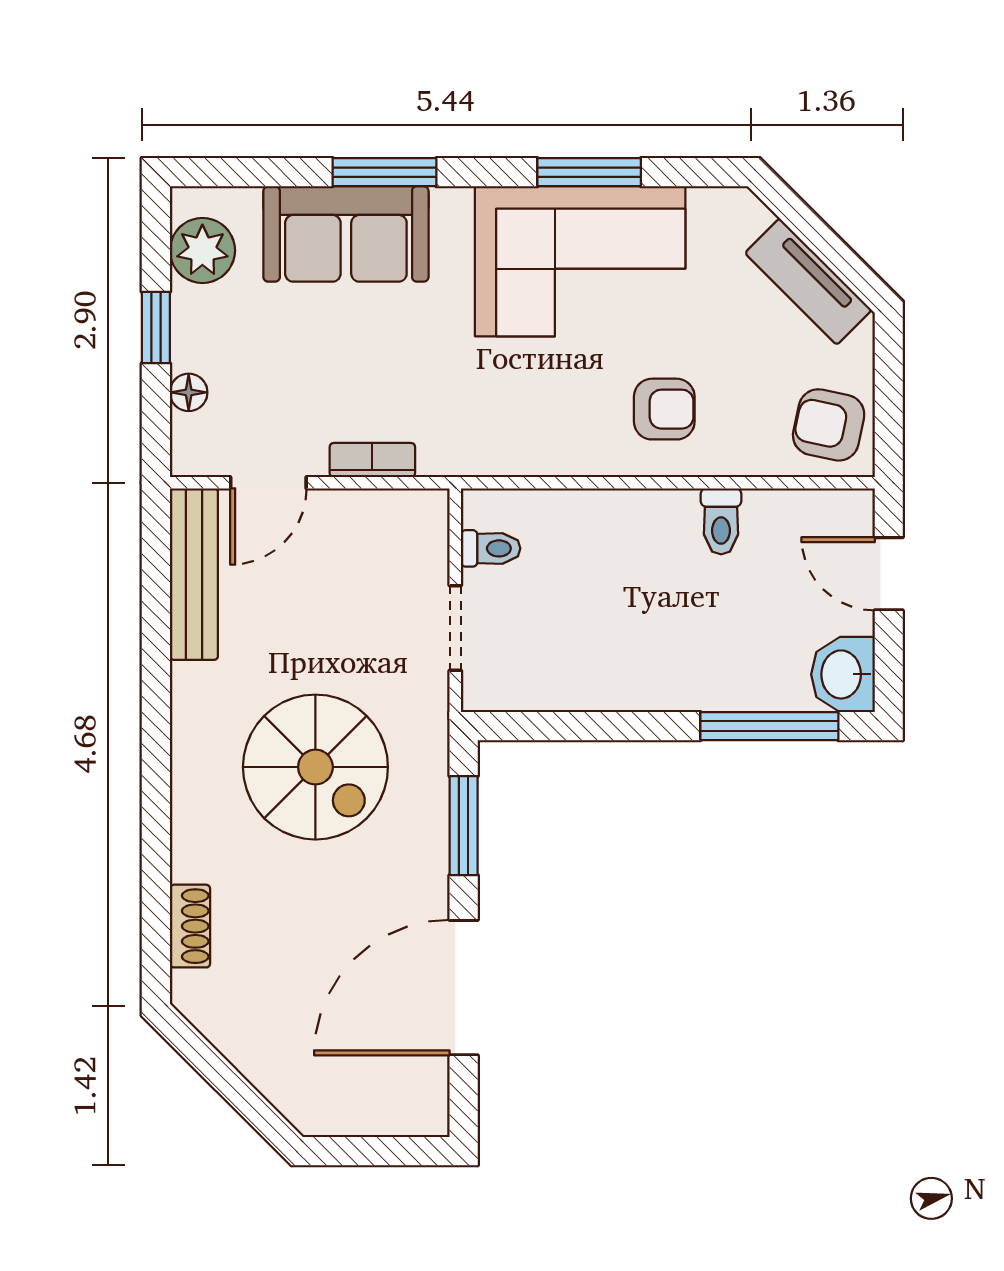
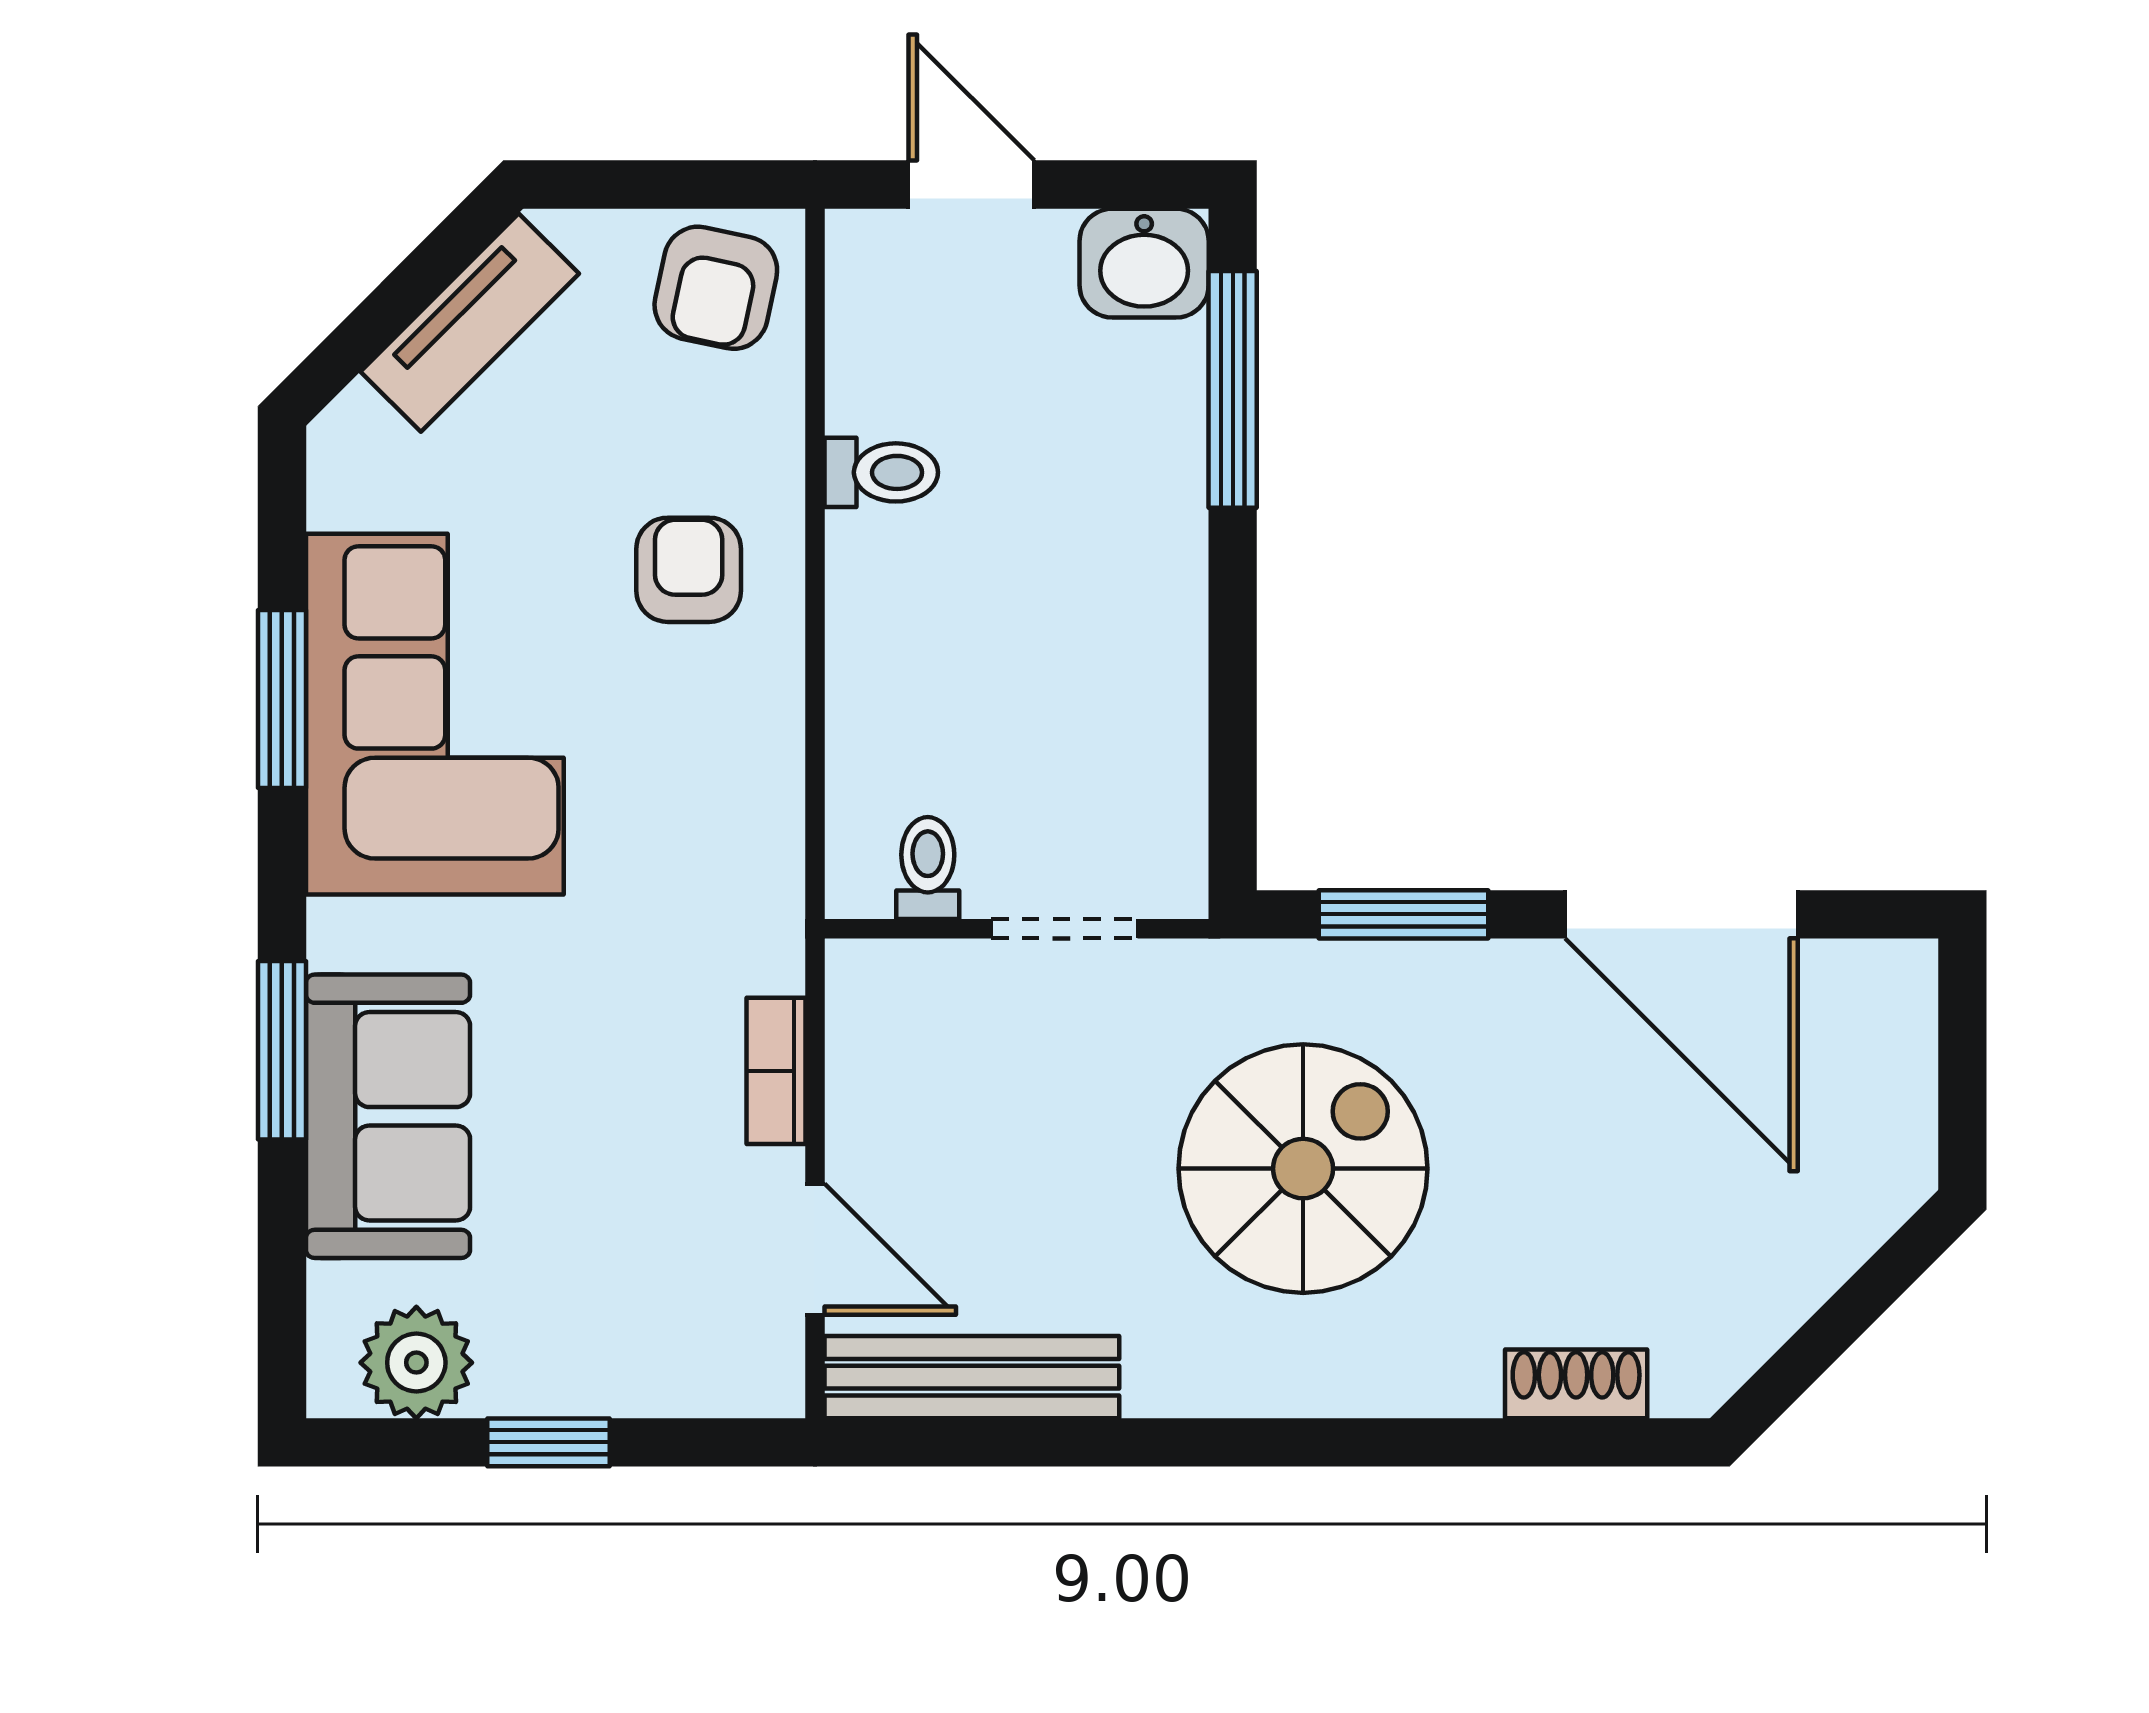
floor lamp: (189, 392) -> (660, 1386), removed
door: (889, 574) -> (971, 185), swing flipped

